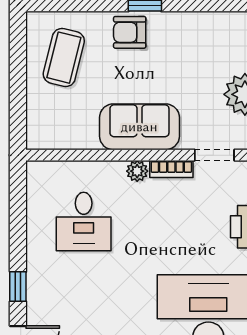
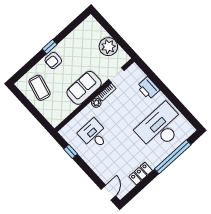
desk: (84, 221) -> (94, 135), turned 180
window: (18, 287) -> (71, 151), moved

